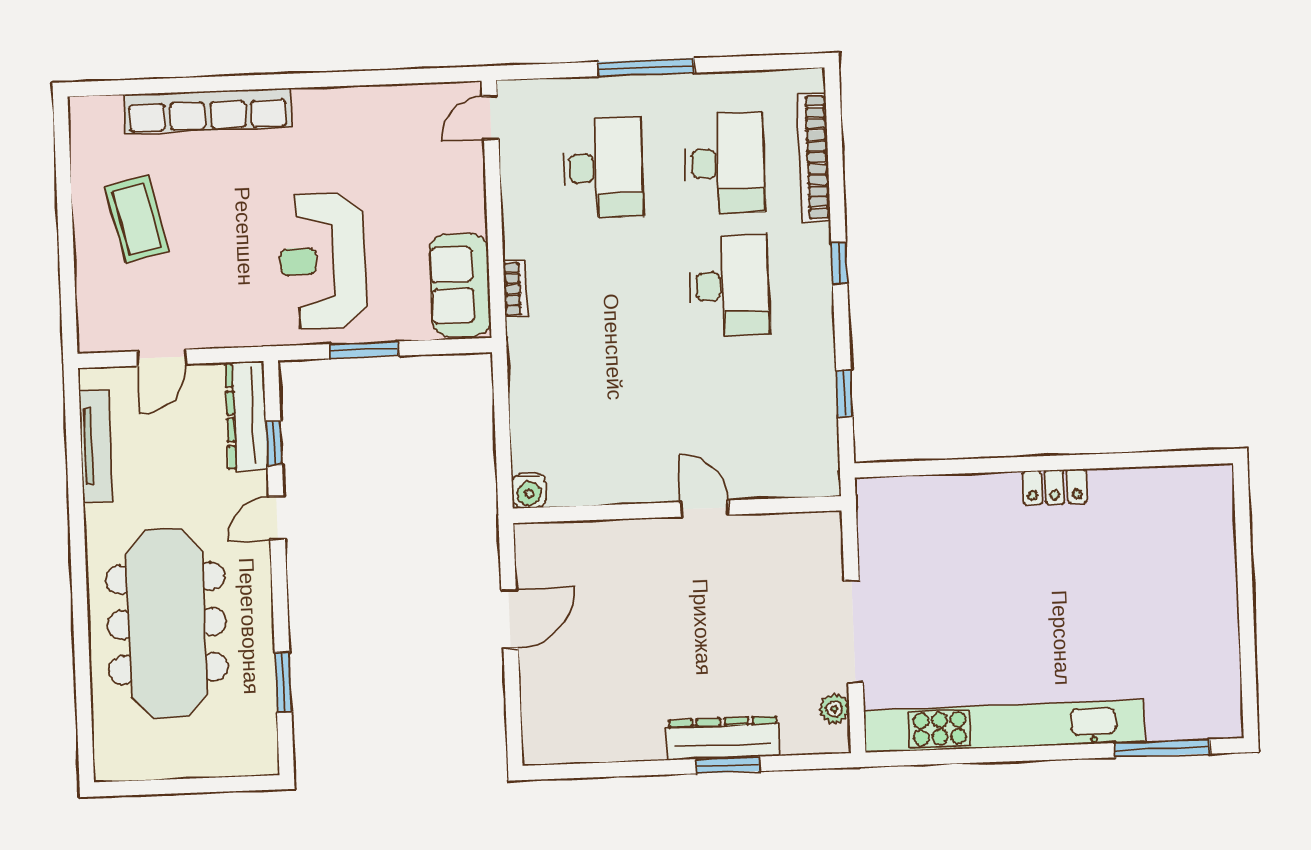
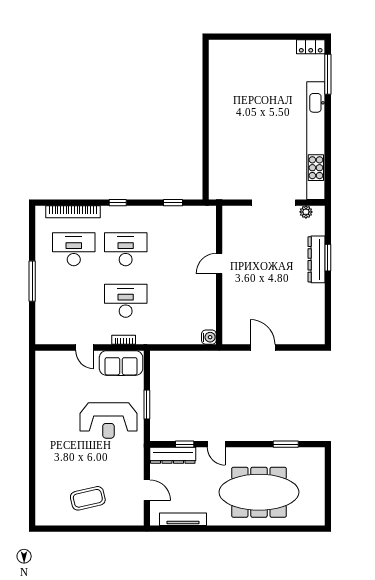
row of seats: (208, 111) -> (43, 467), removed
door: (490, 118) -> (85, 347), moved
desk: (603, 168) -> (126, 301), moved
locker: (1055, 487) -> (311, 47), moved, turned 90

